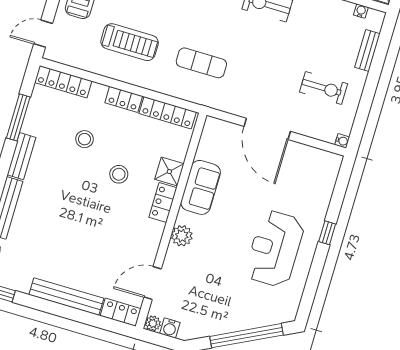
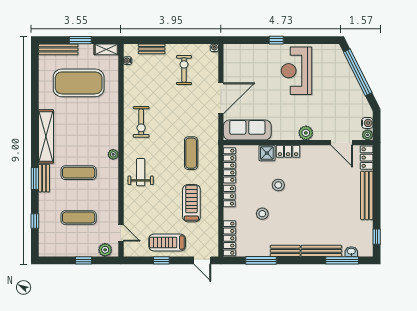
sofa: (201, 187) -> (247, 130), moved, width x1.36
reception desk: (275, 249) -> (296, 71), turned 90

